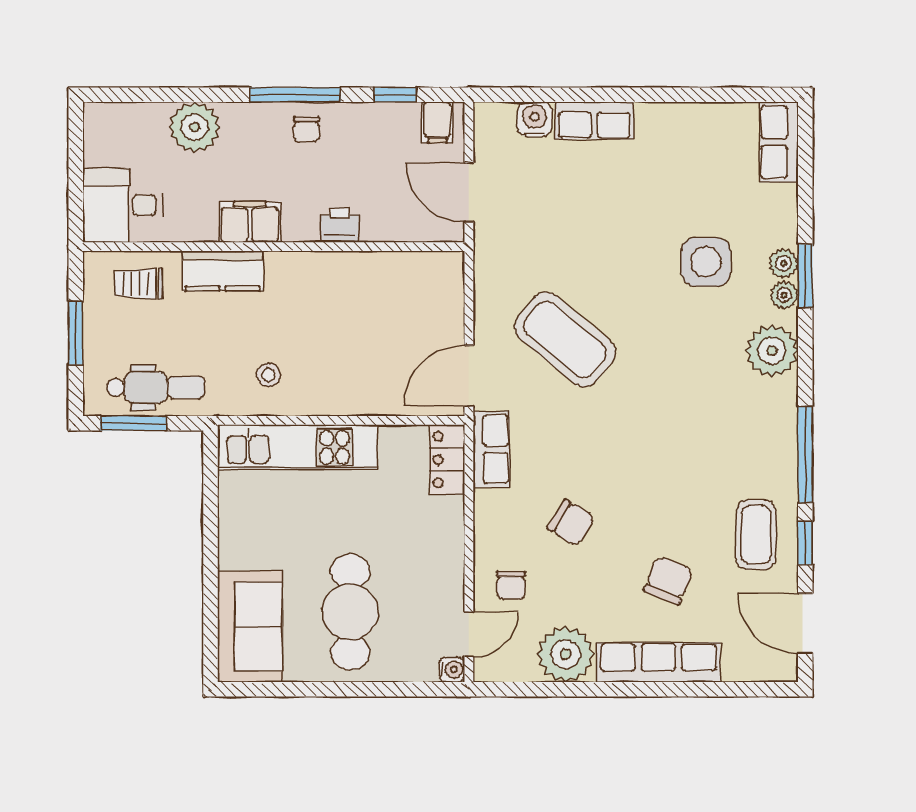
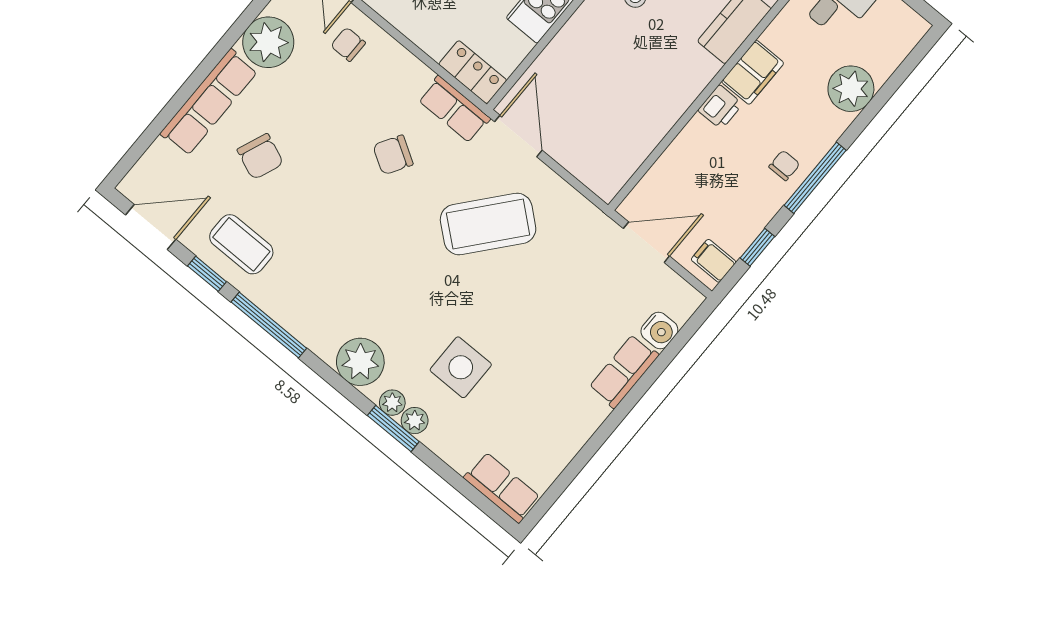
chair: (307, 129) -> (784, 165), turned 90
printer: (340, 225) -> (720, 107), moved
chair: (571, 523) -> (393, 155), moved

